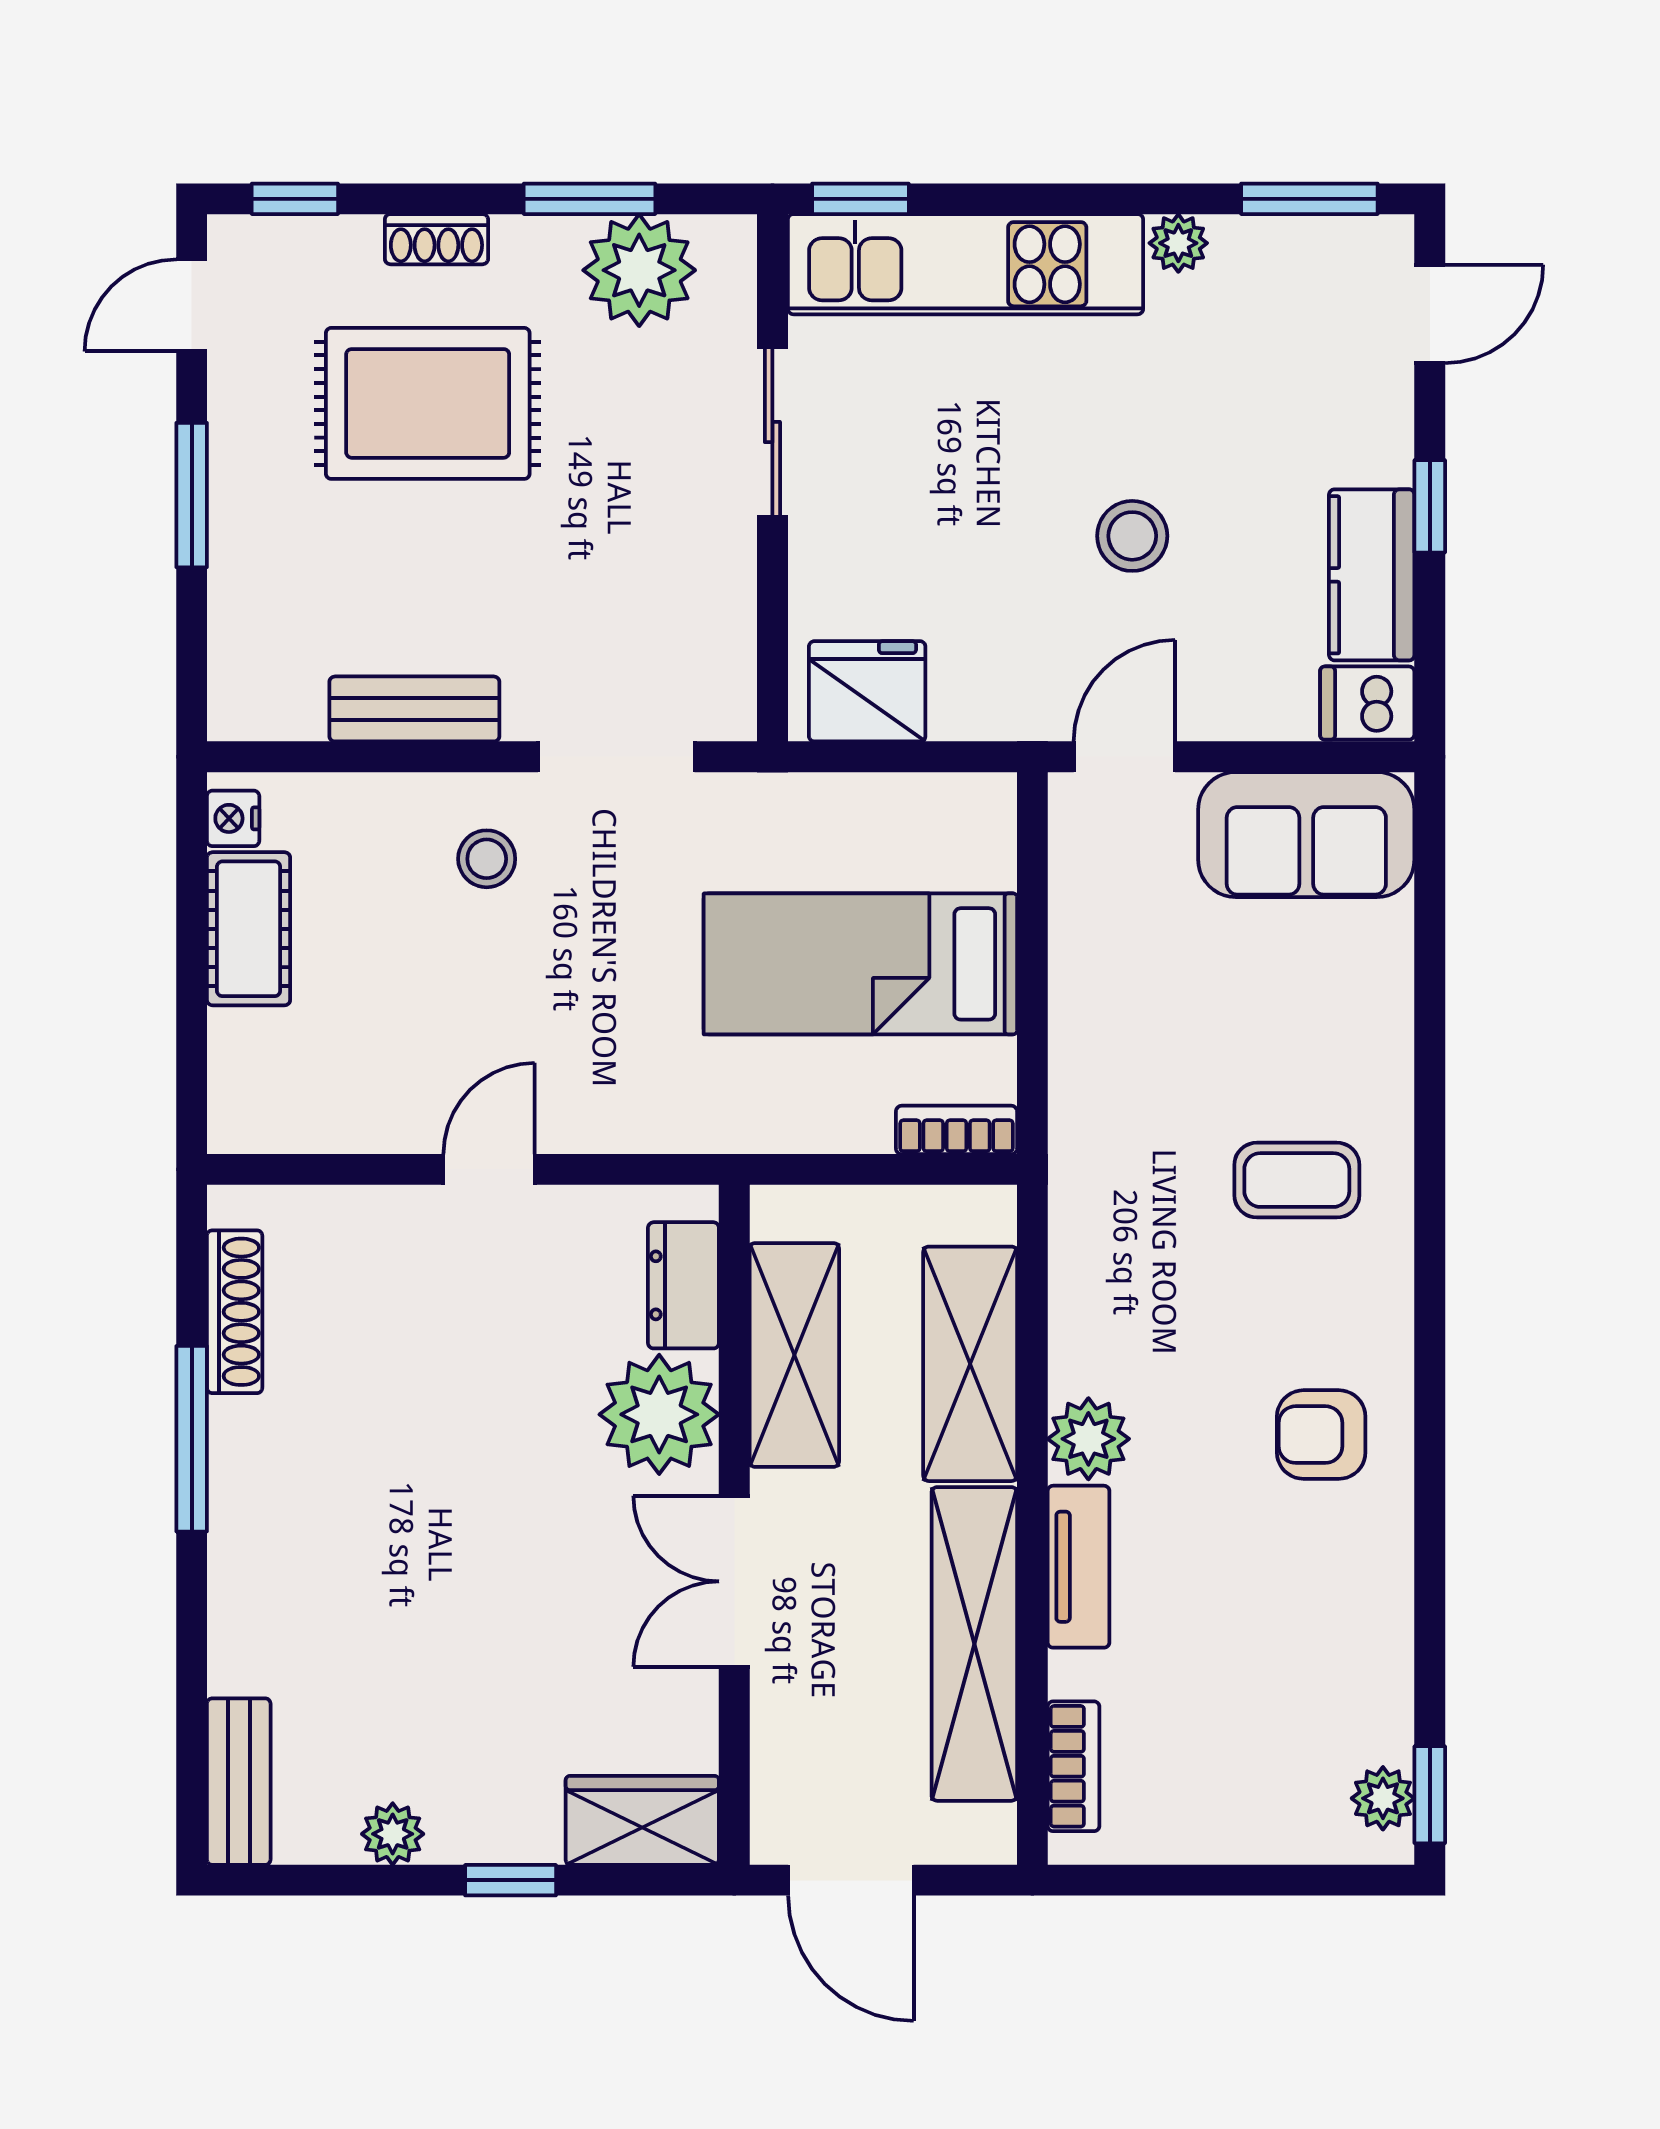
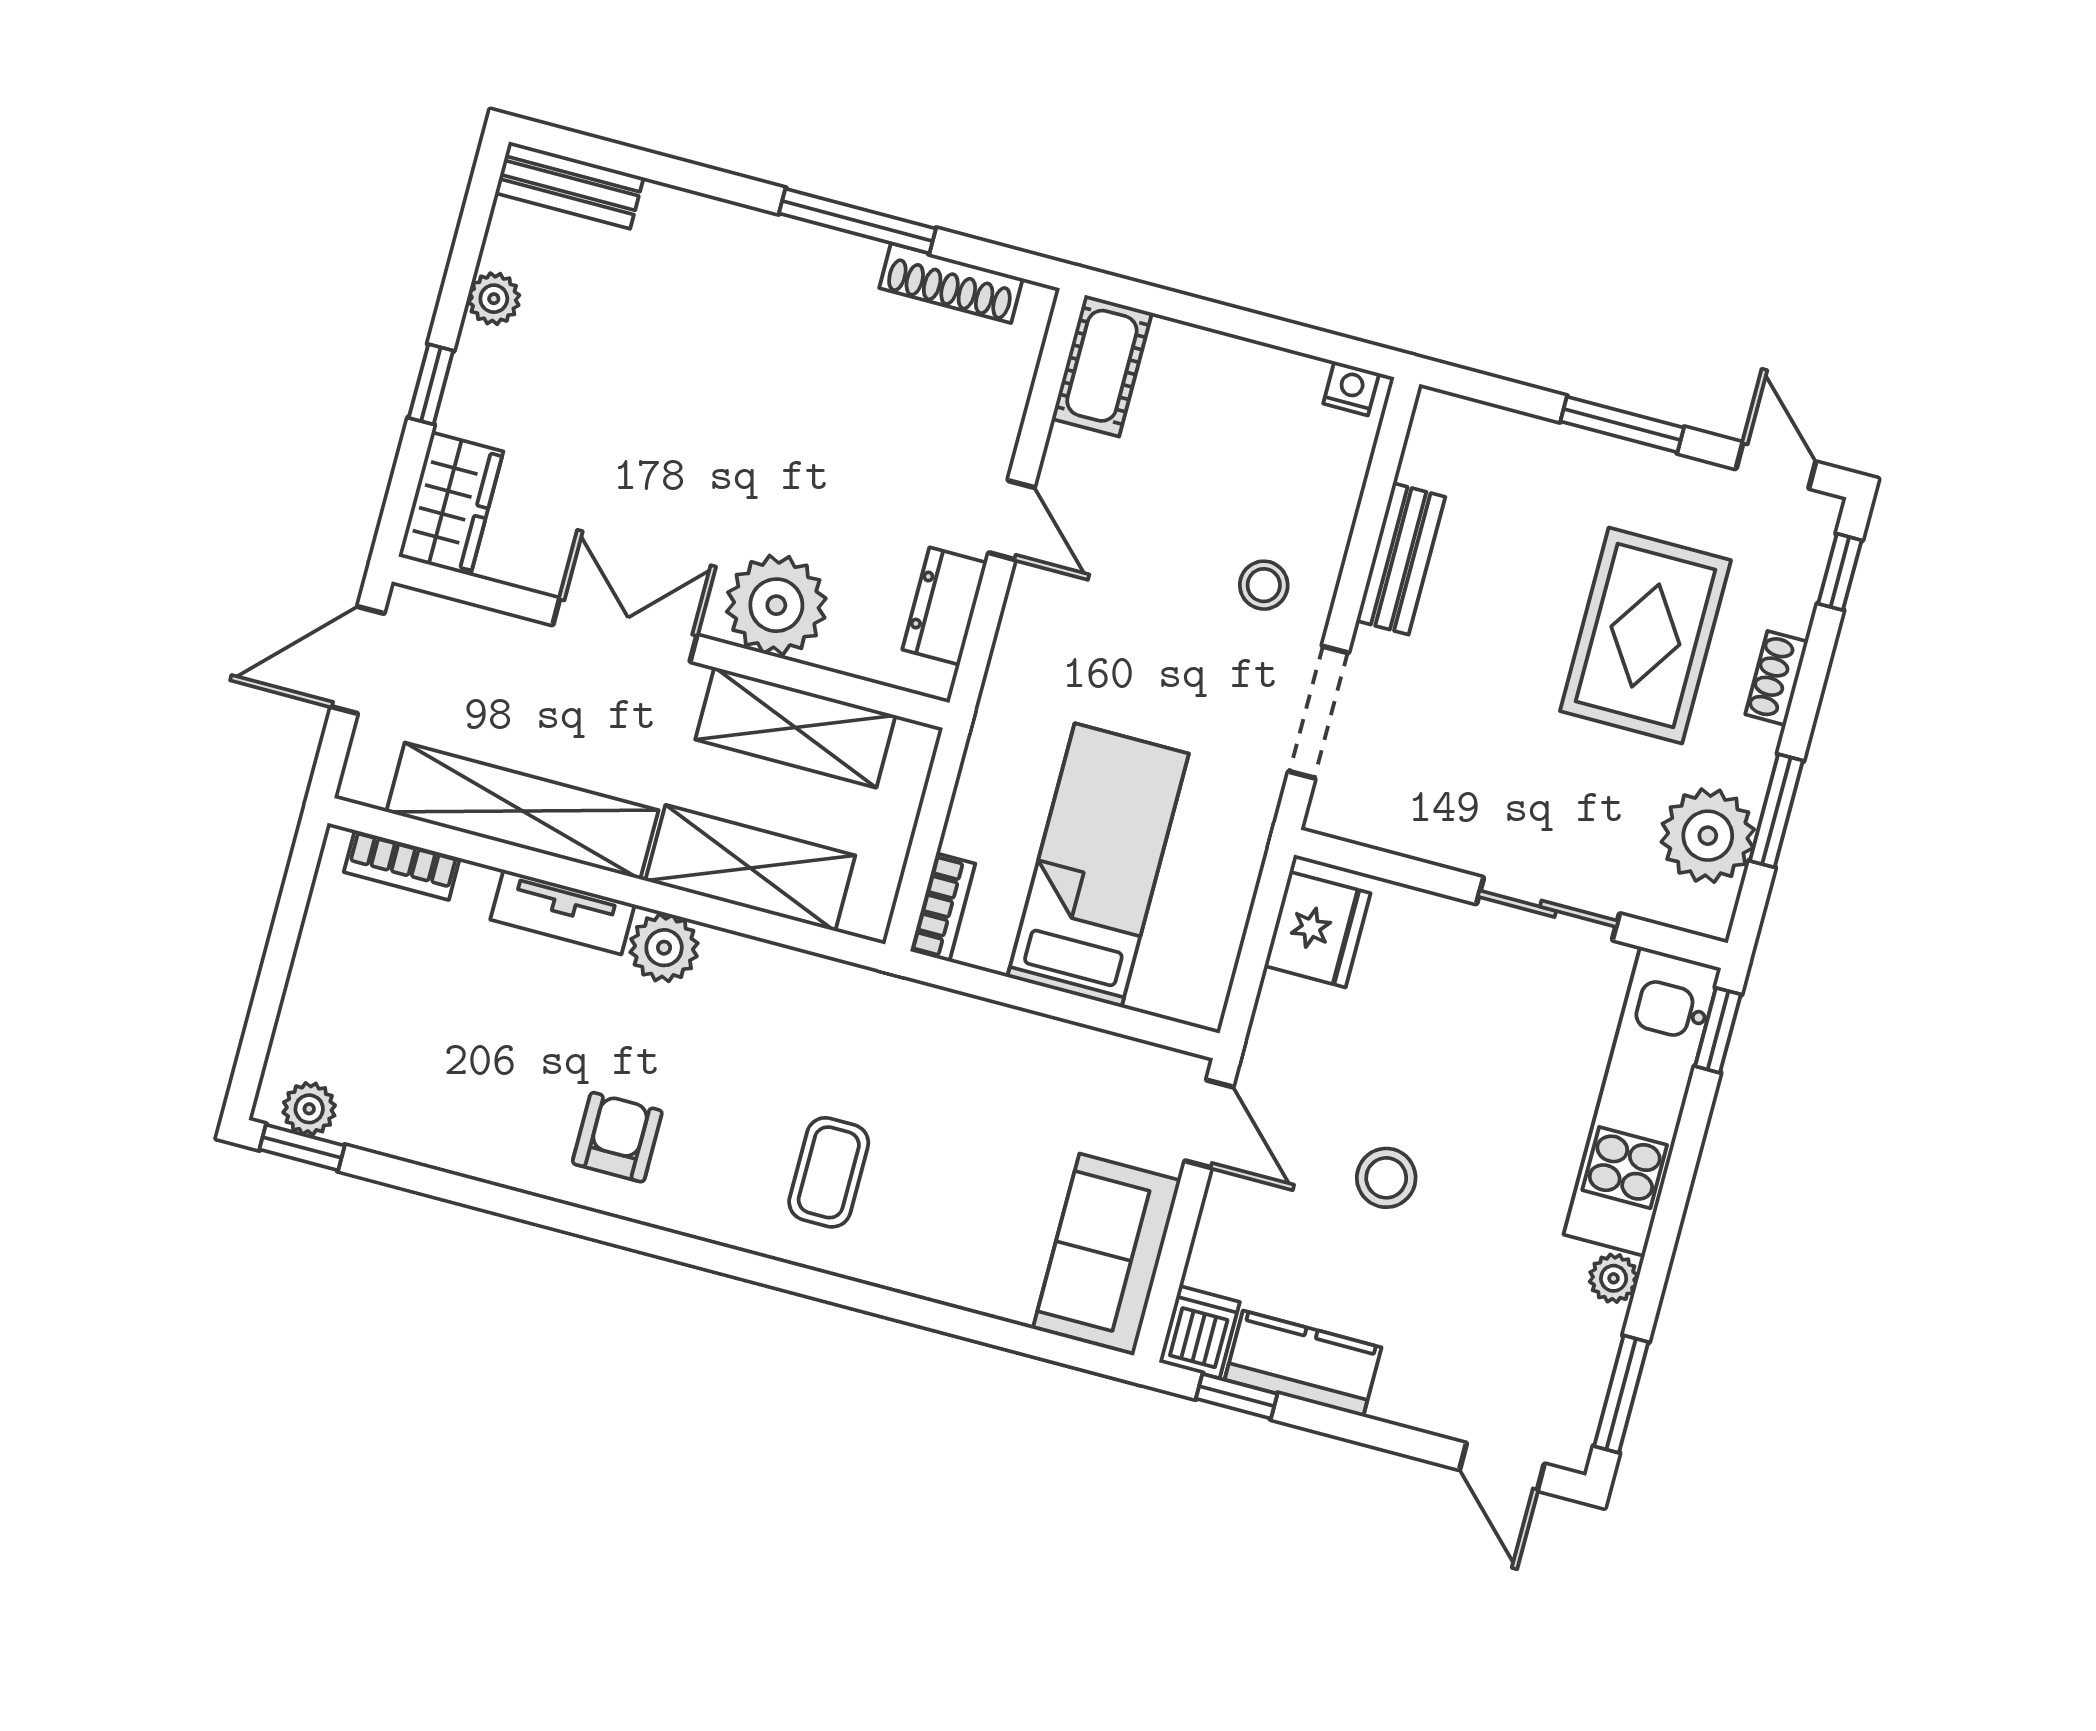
window: (1430, 506) -> (1237, 1396), moved
cot: (249, 929) -> (1102, 366), moved, turned 90
dresser: (683, 1285) -> (945, 606), moved, turned -90

